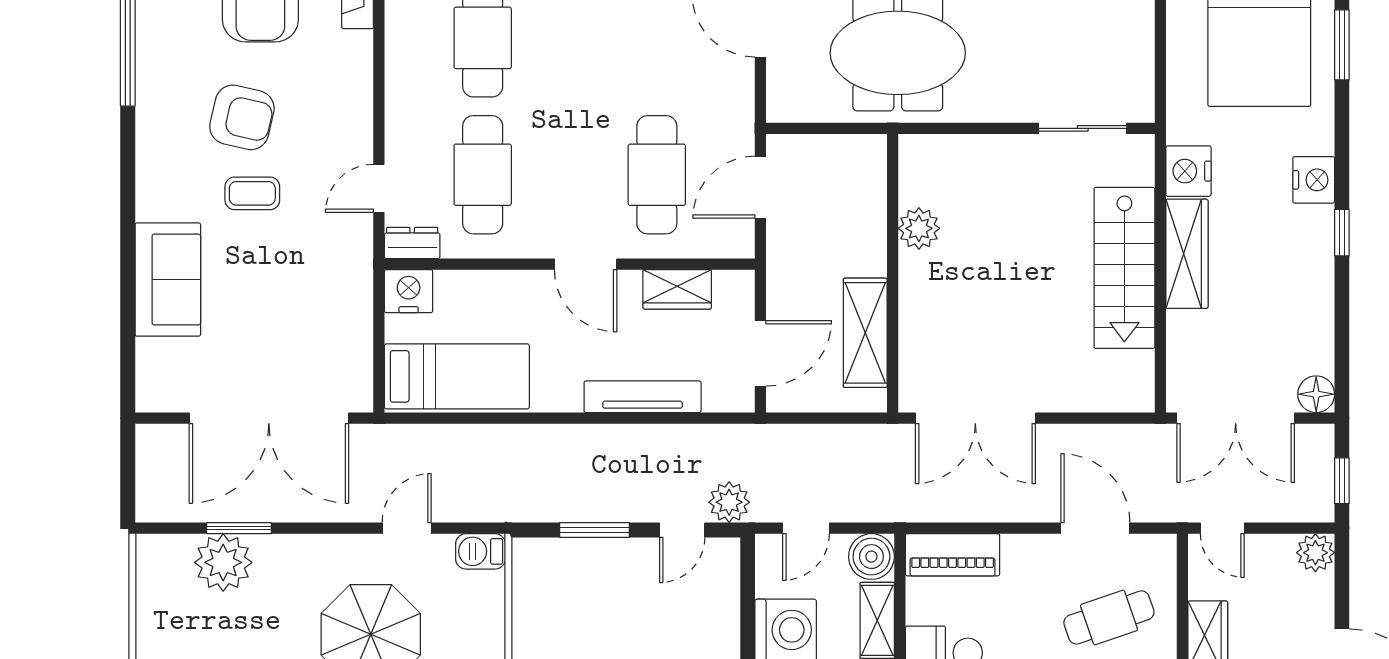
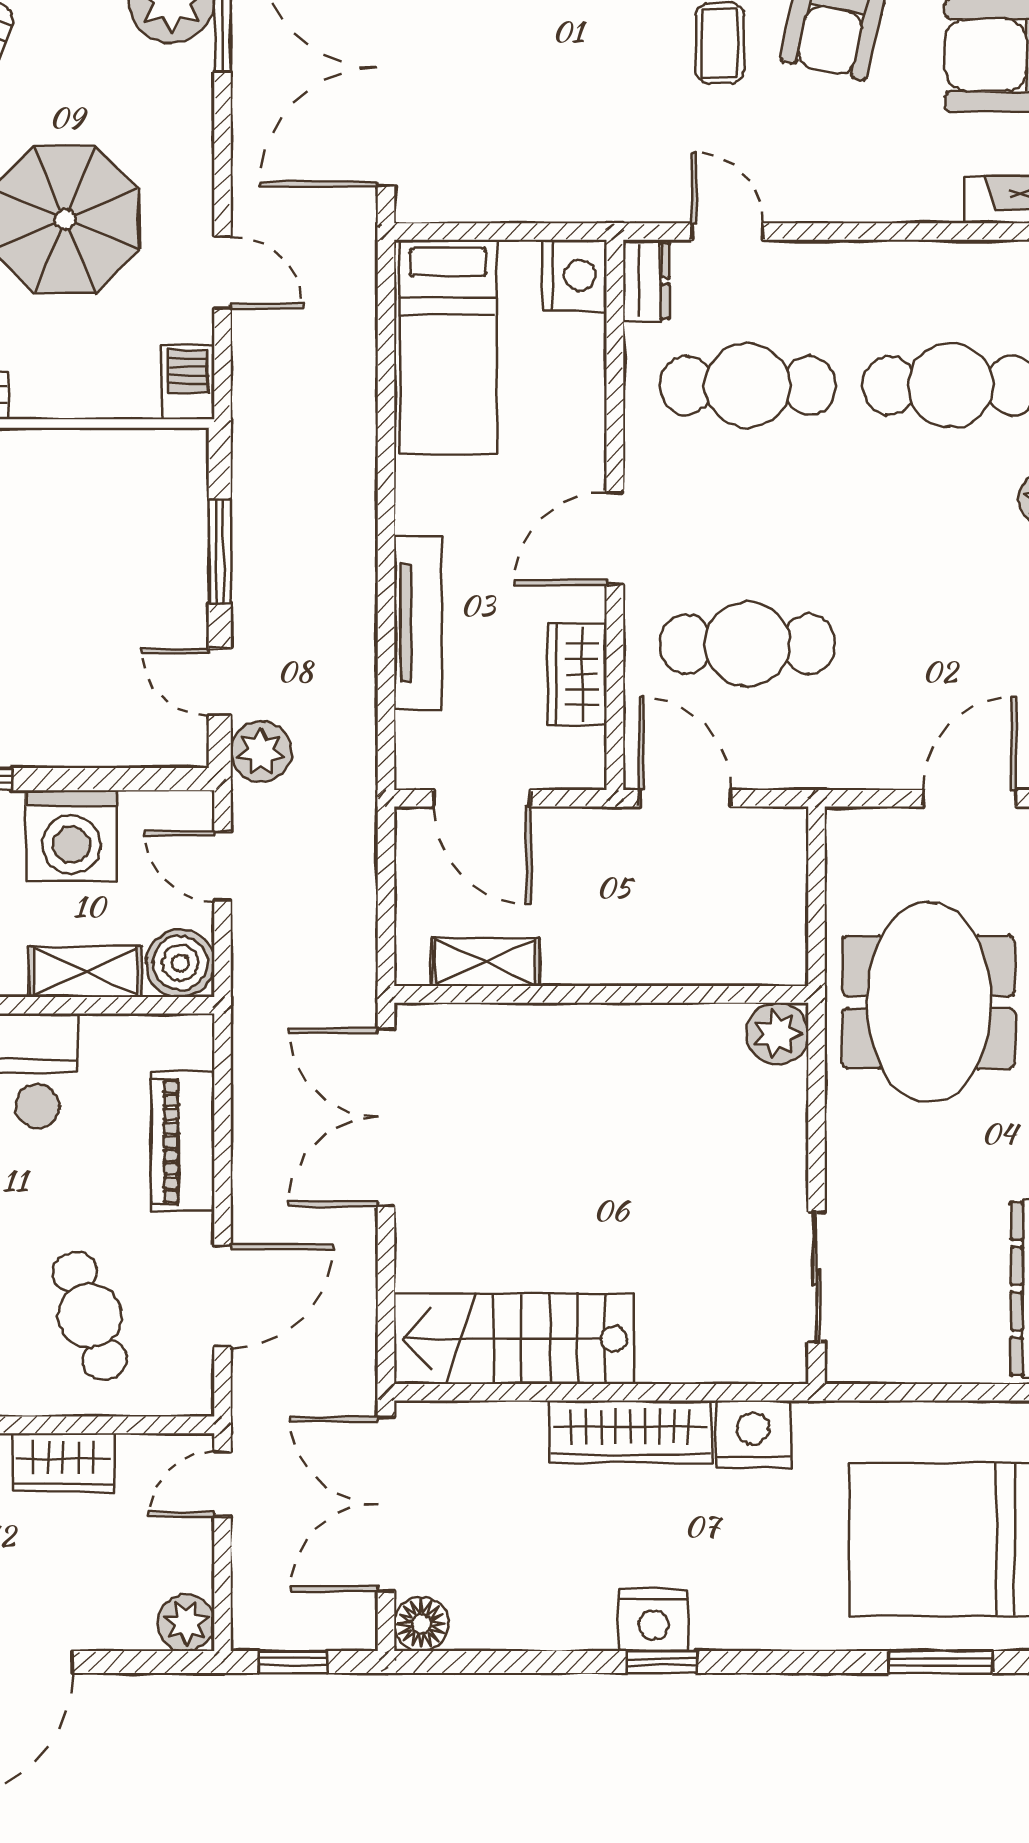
nightstand: (1314, 180) -> (654, 1620), moved
door: (760, 187) -> (685, 798), moved
plant: (919, 228) -> (777, 1034), moved
stairs: (1124, 268) -> (514, 1339), moved
shelving: (865, 333) -> (486, 962), width x0.67, depth x0.75
piano: (953, 555) -> (183, 1142), moved

